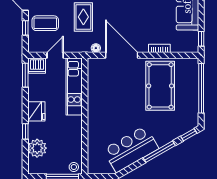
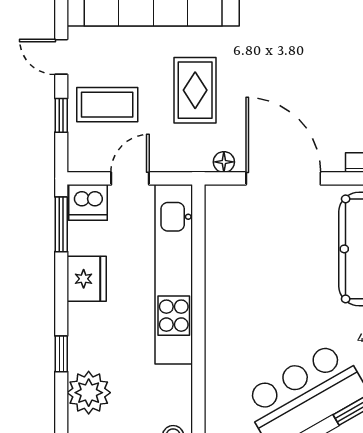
kitchen unit: (74, 86) -> (174, 274), width x1.36
fridge: (36, 111) -> (87, 279), moved

